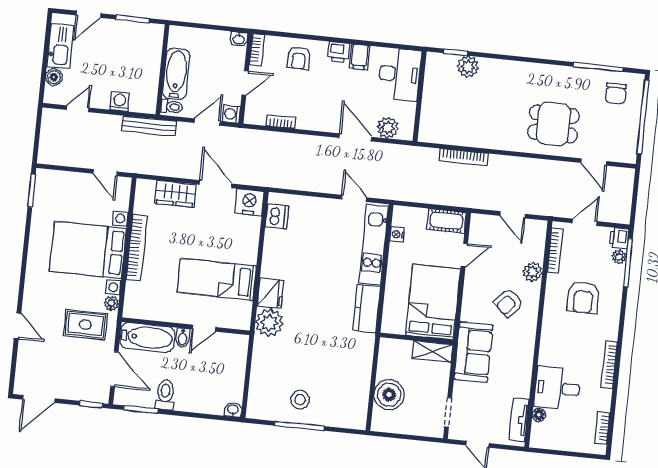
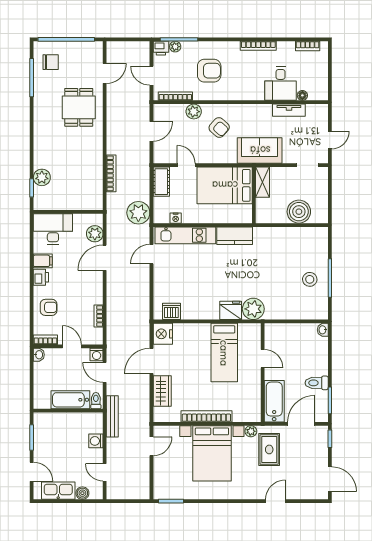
plant: (409, 187) -> (138, 213), added
bidet: (183, 338) -> (272, 374), removed
tv unit: (519, 420) -> (289, 110), moved

